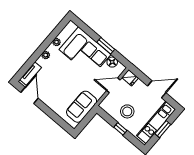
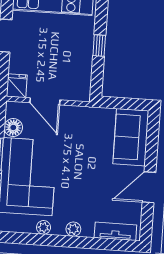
door: (29, 95) -> (149, 187), moved
sofa: (82, 107) -> (131, 137), moved, turned 90
stool: (127, 111) -> (67, 54), removed

